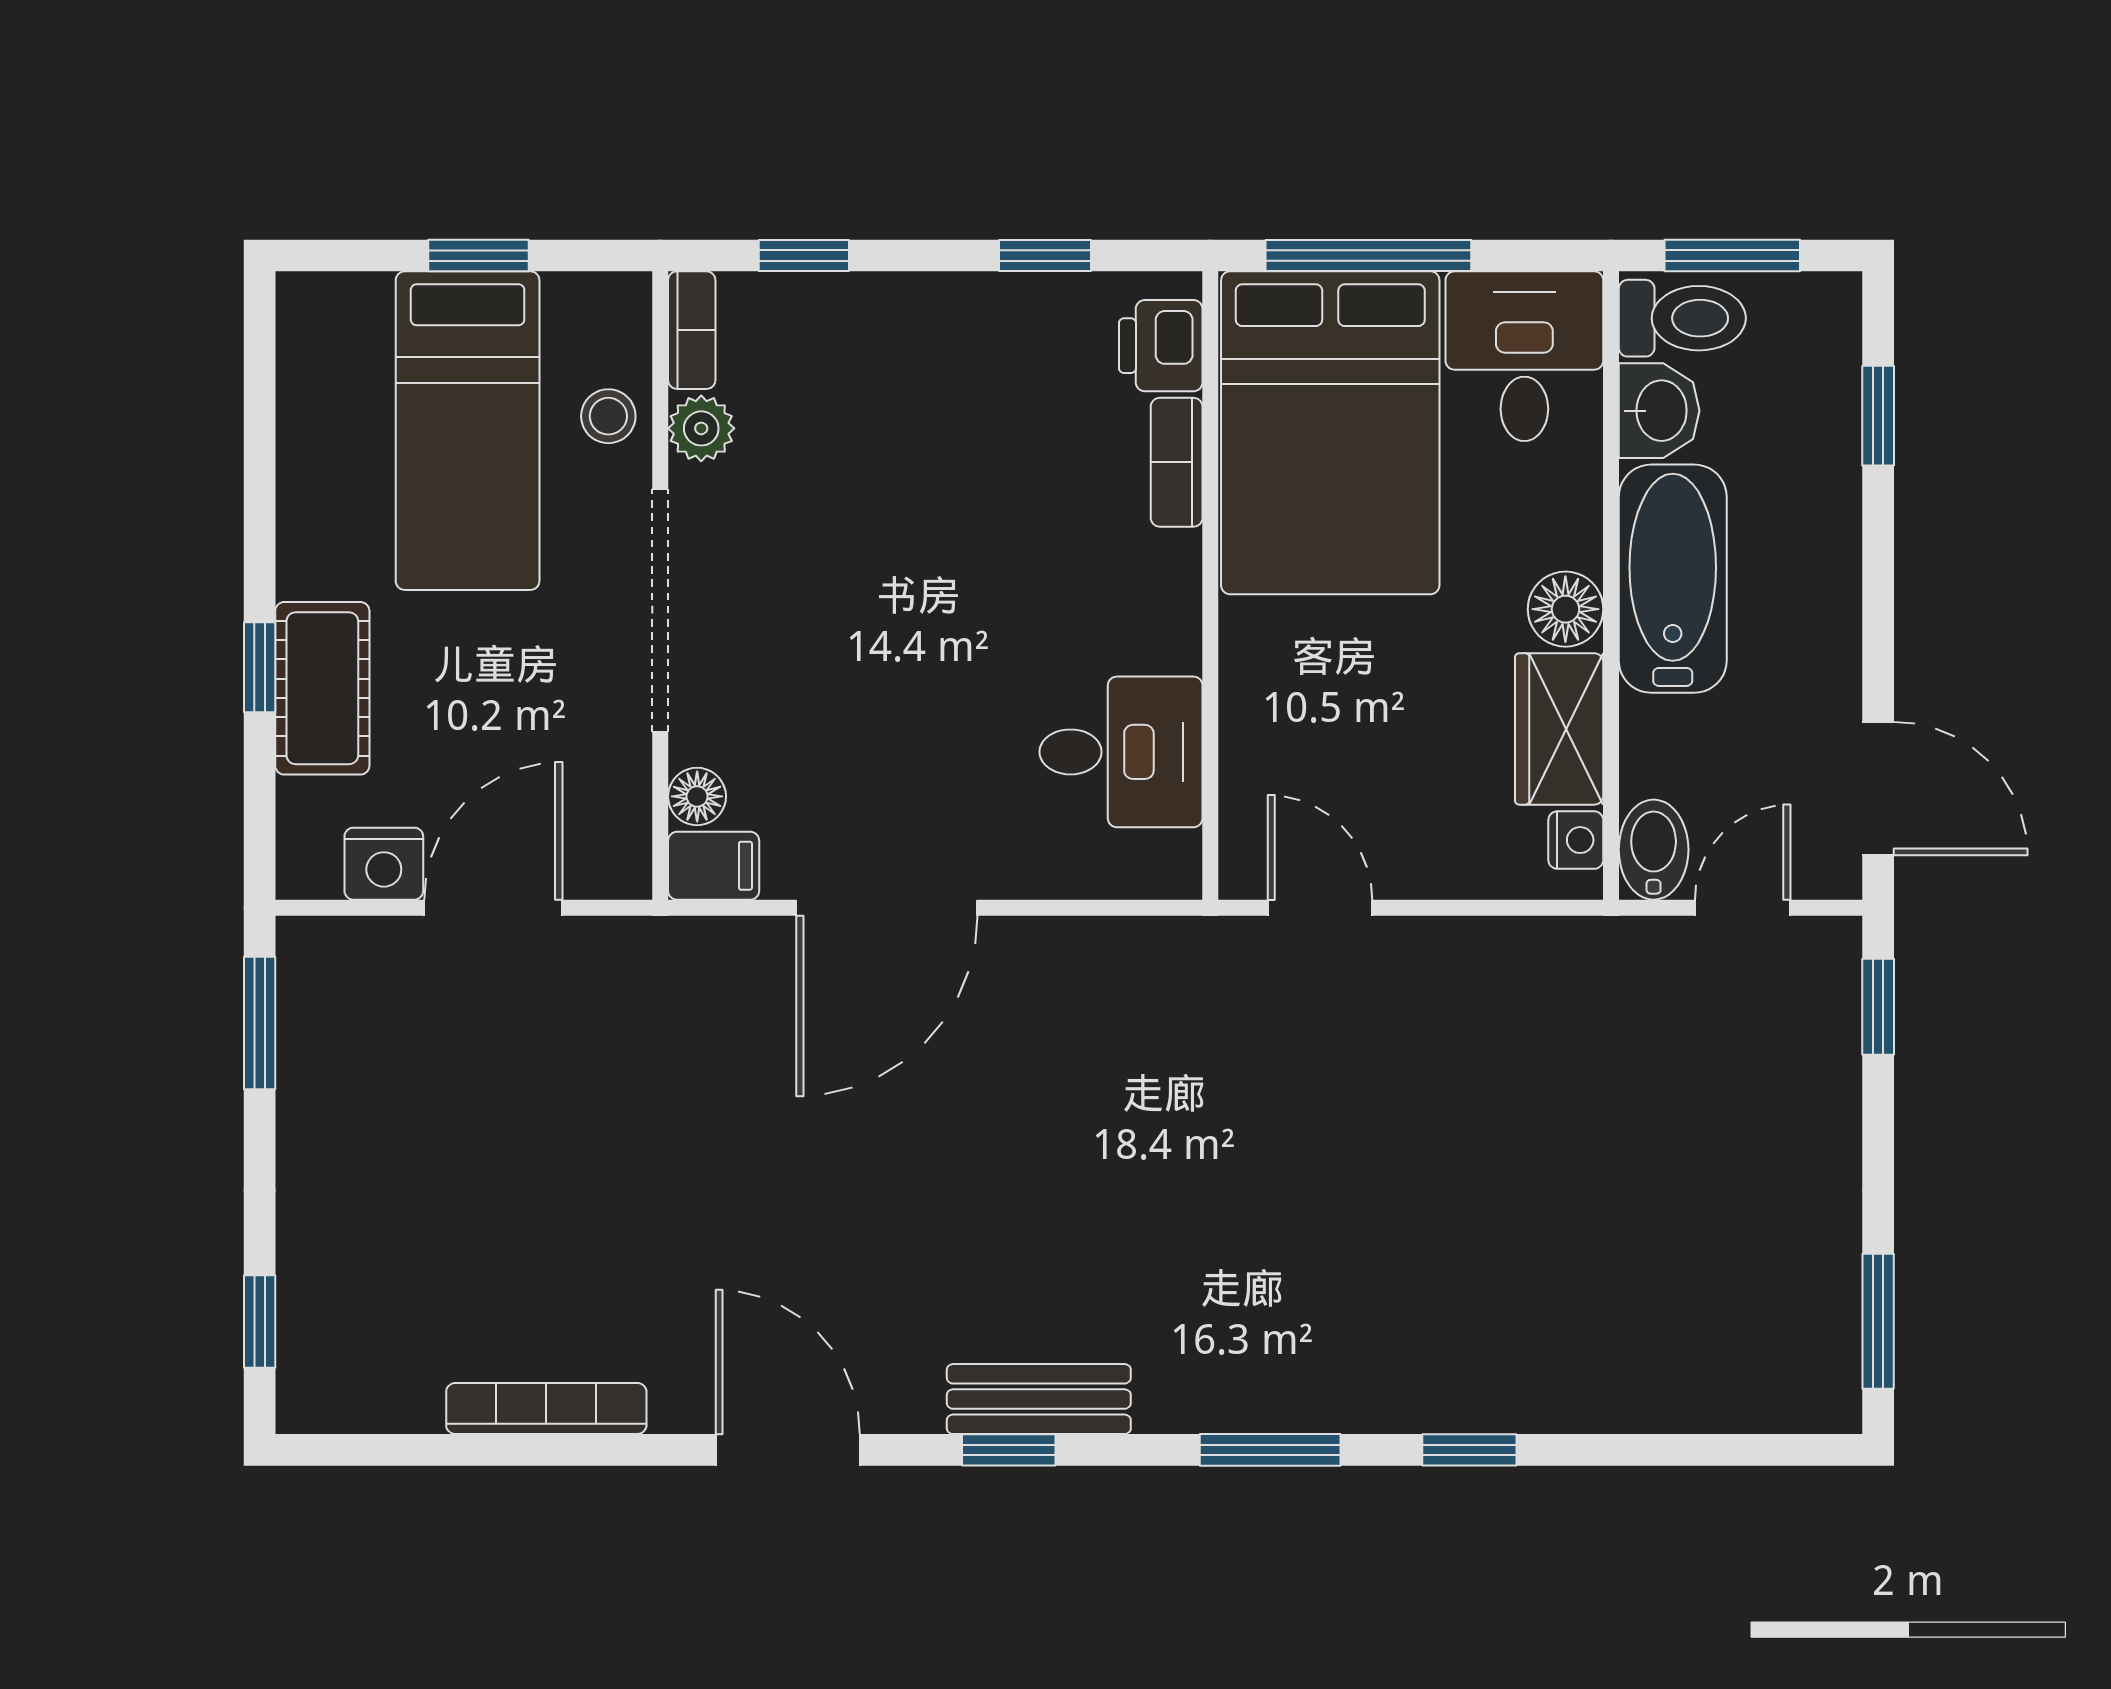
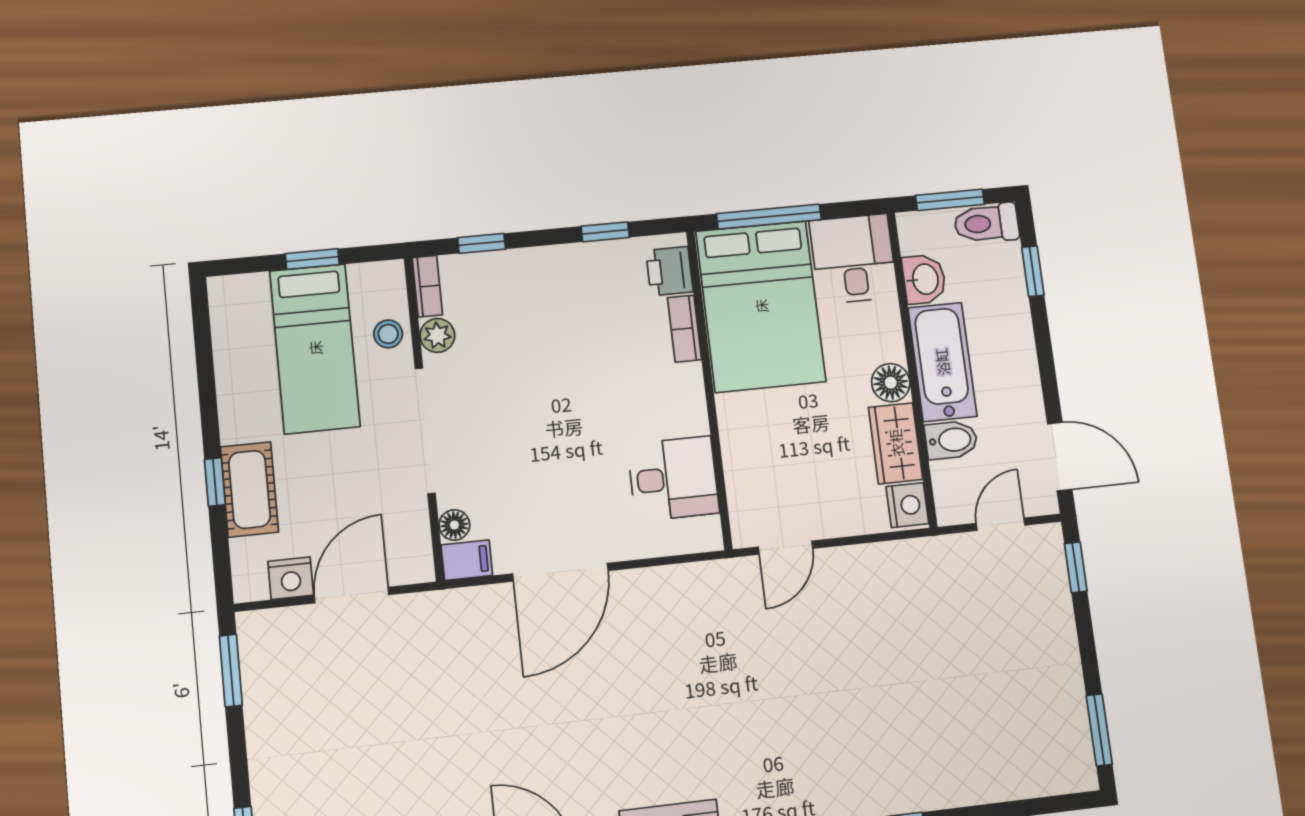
toilet: (1682, 318) -> (986, 223), moved, turned 180
nightstand: (1576, 840) -> (907, 505), width x1.39, depth x1.35
bidet: (1654, 850) -> (951, 440), moved, turned 90
door: (1320, 908) -> (786, 548), swing flipped

